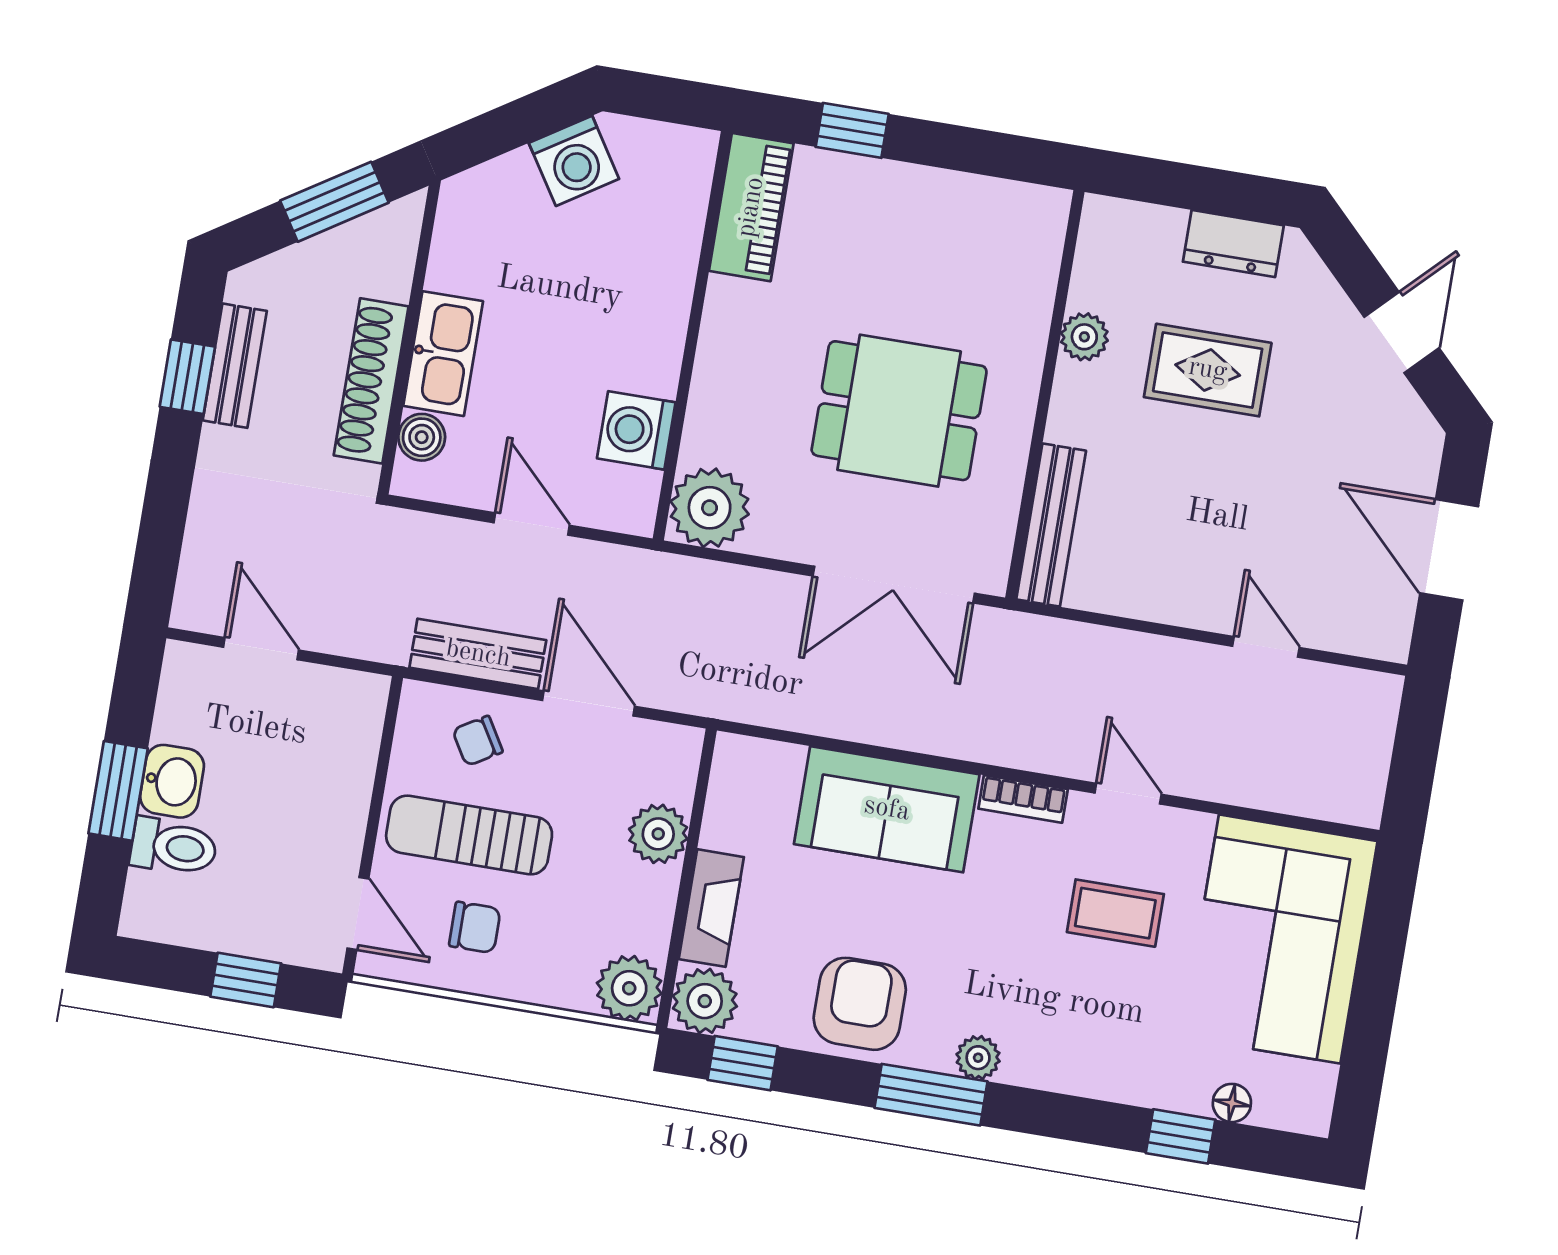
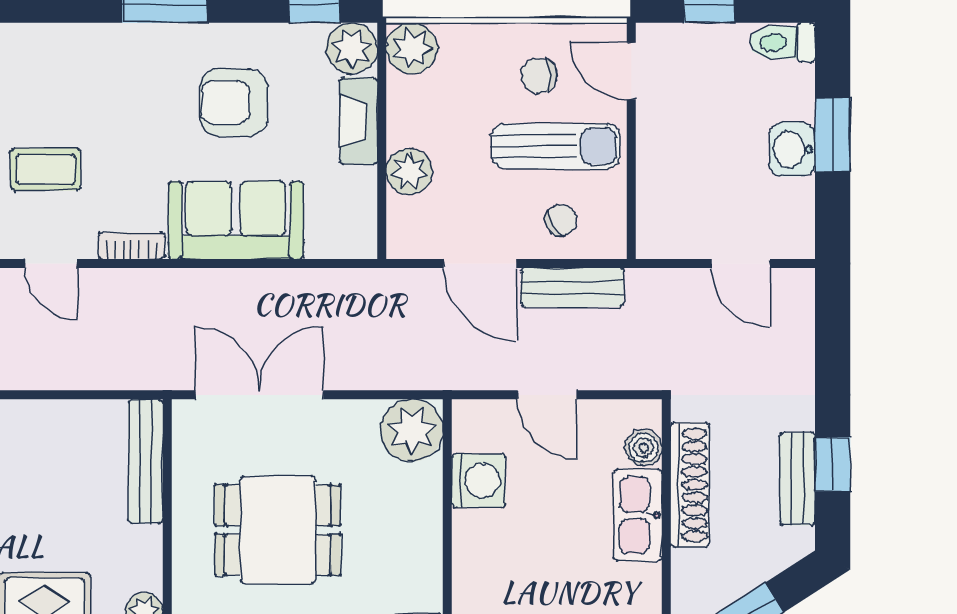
toilet: (174, 847) -> (782, 43), moved
armchair: (860, 1004) -> (234, 103), moved, turned 90
plant: (978, 1058) -> (133, 40), removed

